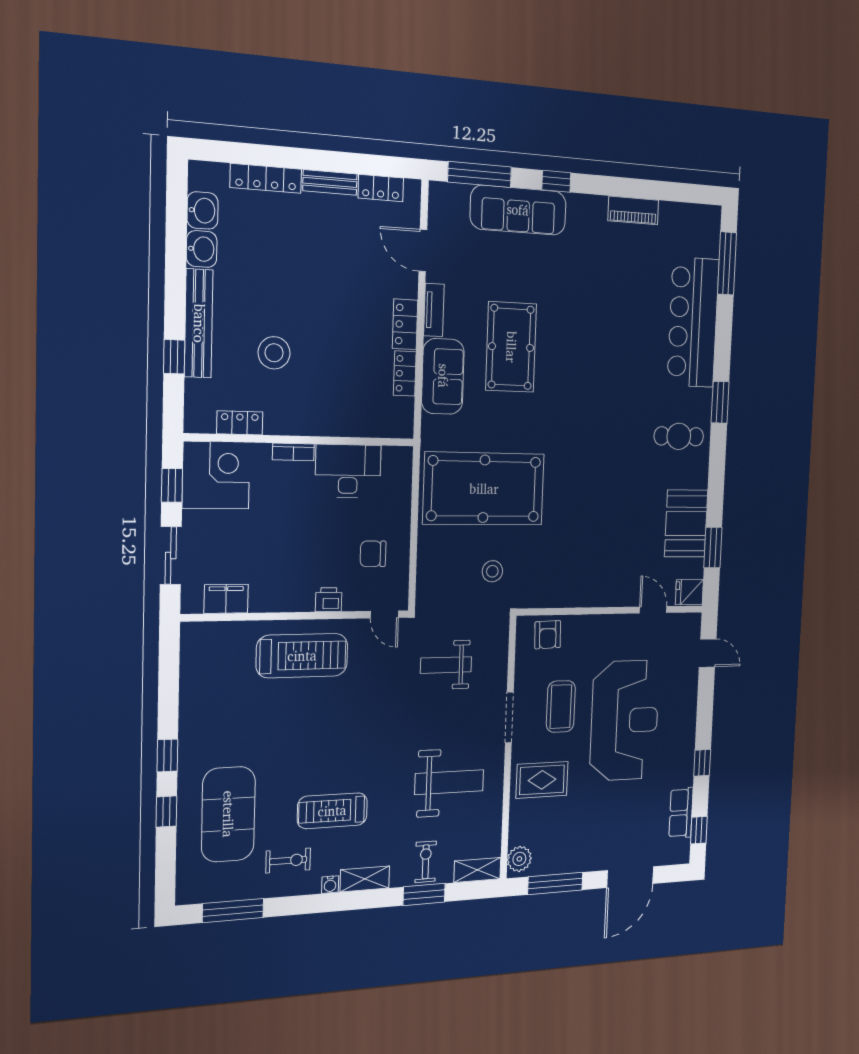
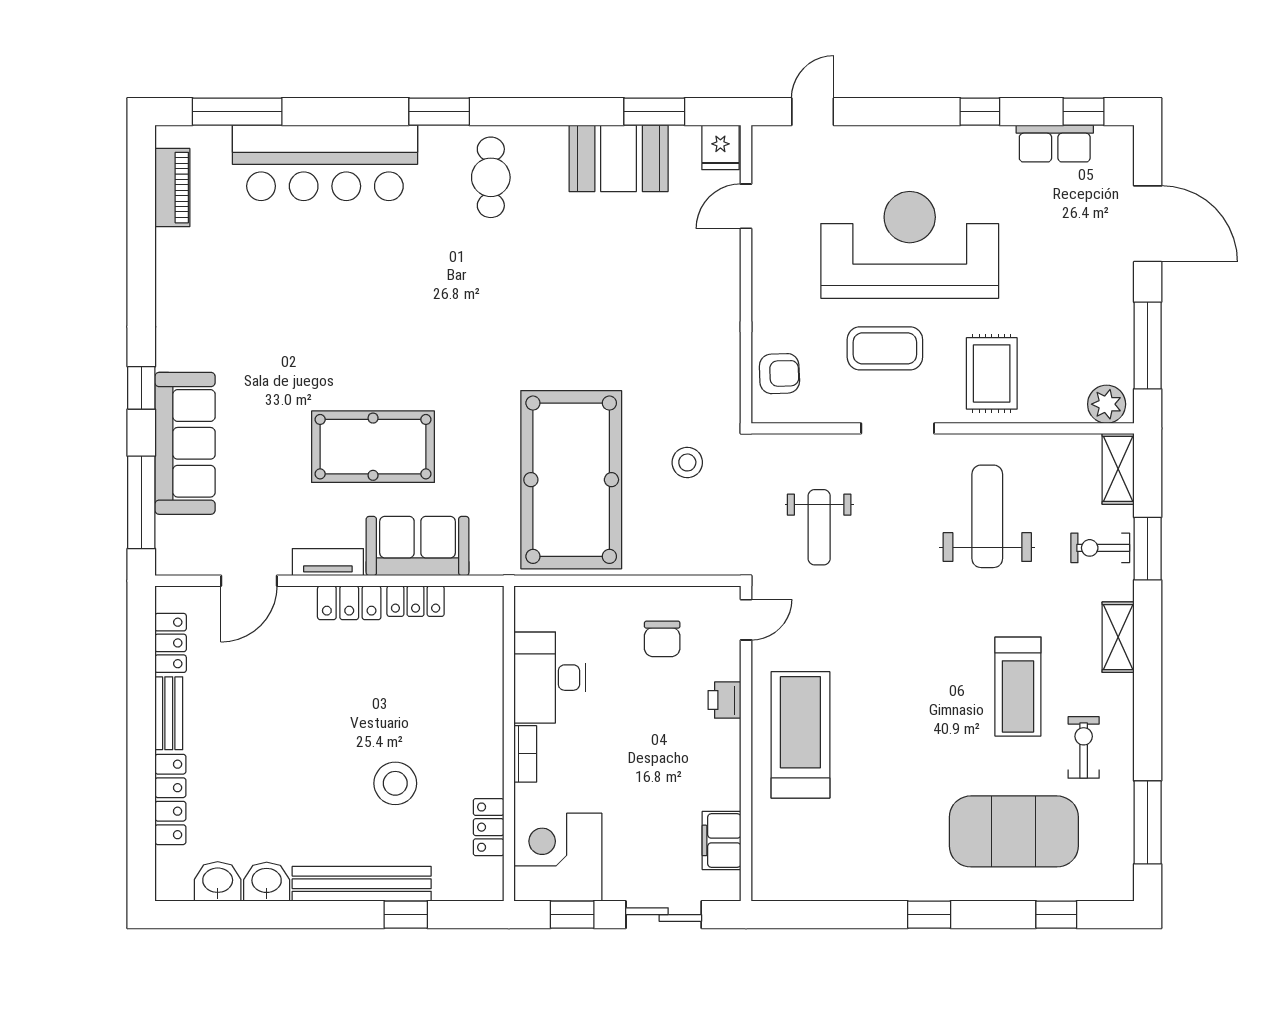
piano: (633, 210) -> (172, 188), moved
window: (166, 811) -> (1056, 915), moved
water cooler: (330, 885) -> (1122, 687), removed

